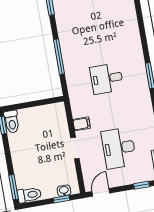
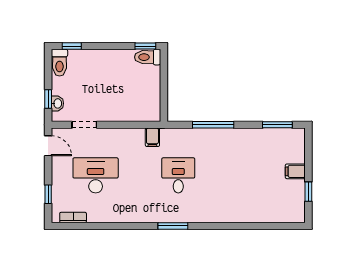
filing cabinet: (82, 124) -> (152, 137), moved
doorway: (75, 148) -> (84, 125), moved
window: (14, 187) -> (72, 46), width x0.67

